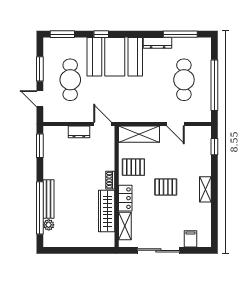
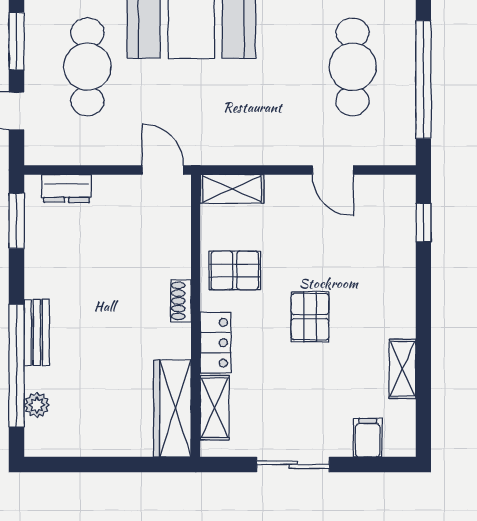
dresser: (79, 132) -> (67, 188), moved
shelving: (139, 134) -> (232, 189), width x0.67, depth x0.75
pallet: (166, 187) -> (310, 317), turned 90
shelving: (205, 189) -> (402, 369), moved
bench: (49, 199) -> (37, 333), width x0.73
wardrobe: (107, 211) -> (172, 408), moved
sliding door: (158, 250) -> (293, 465), width x0.73

